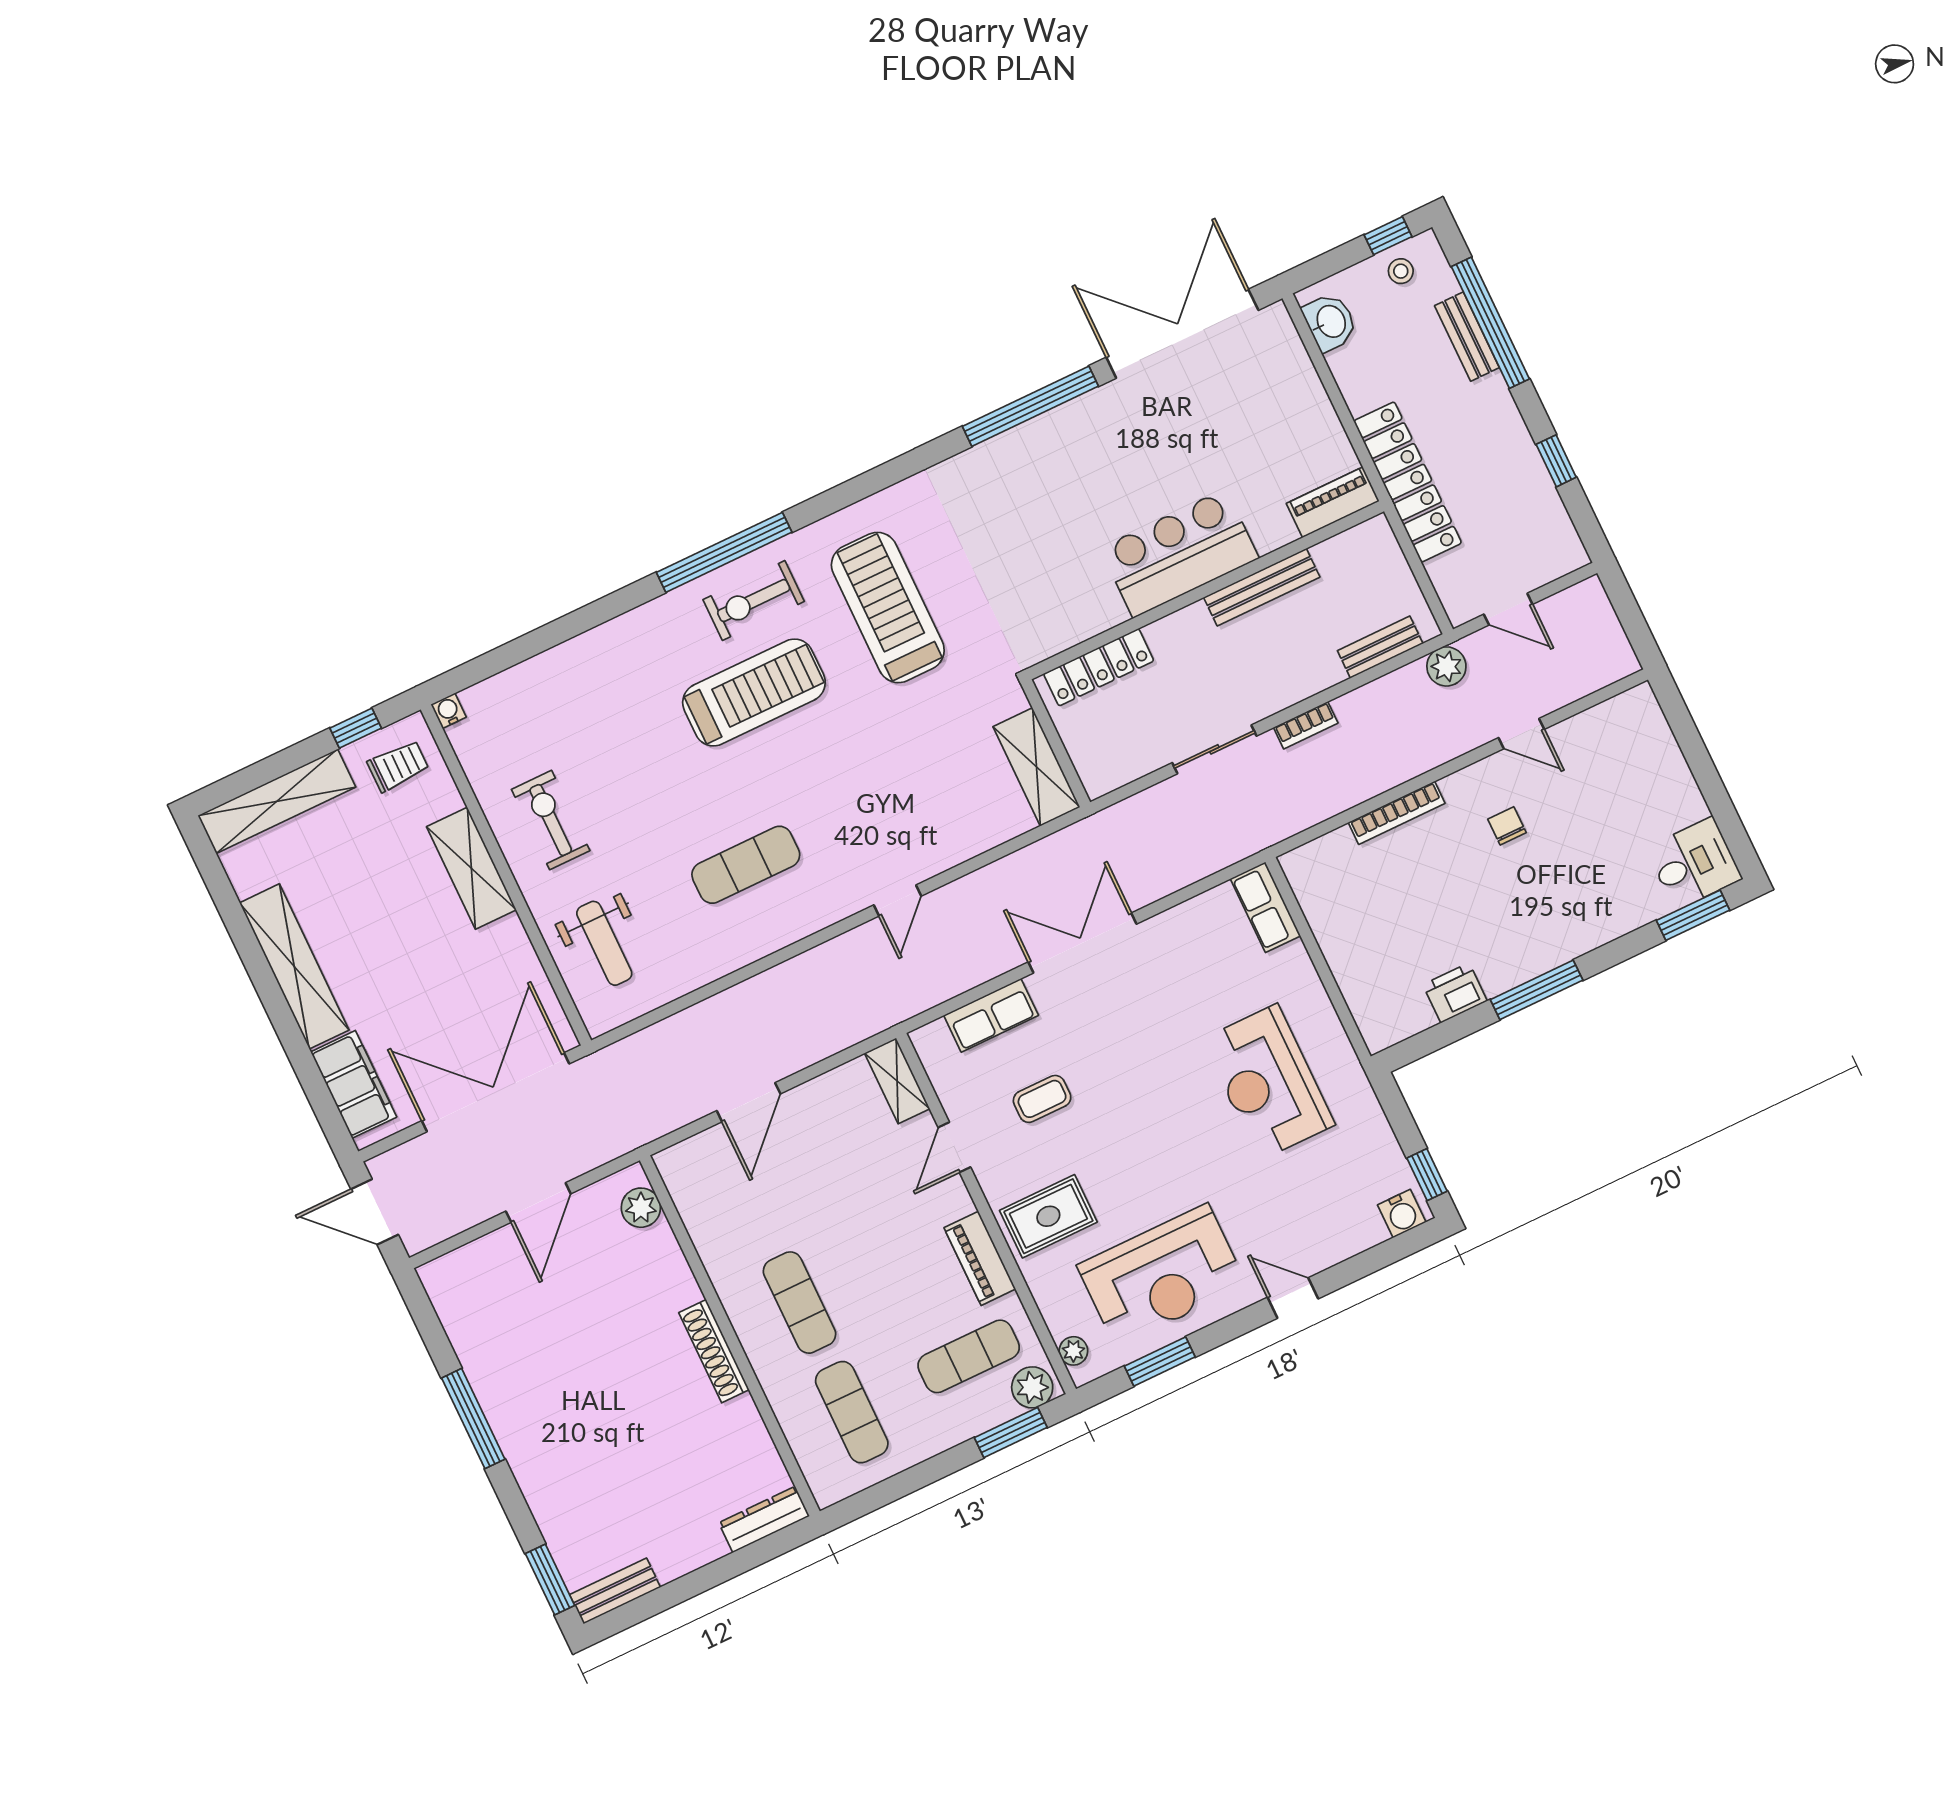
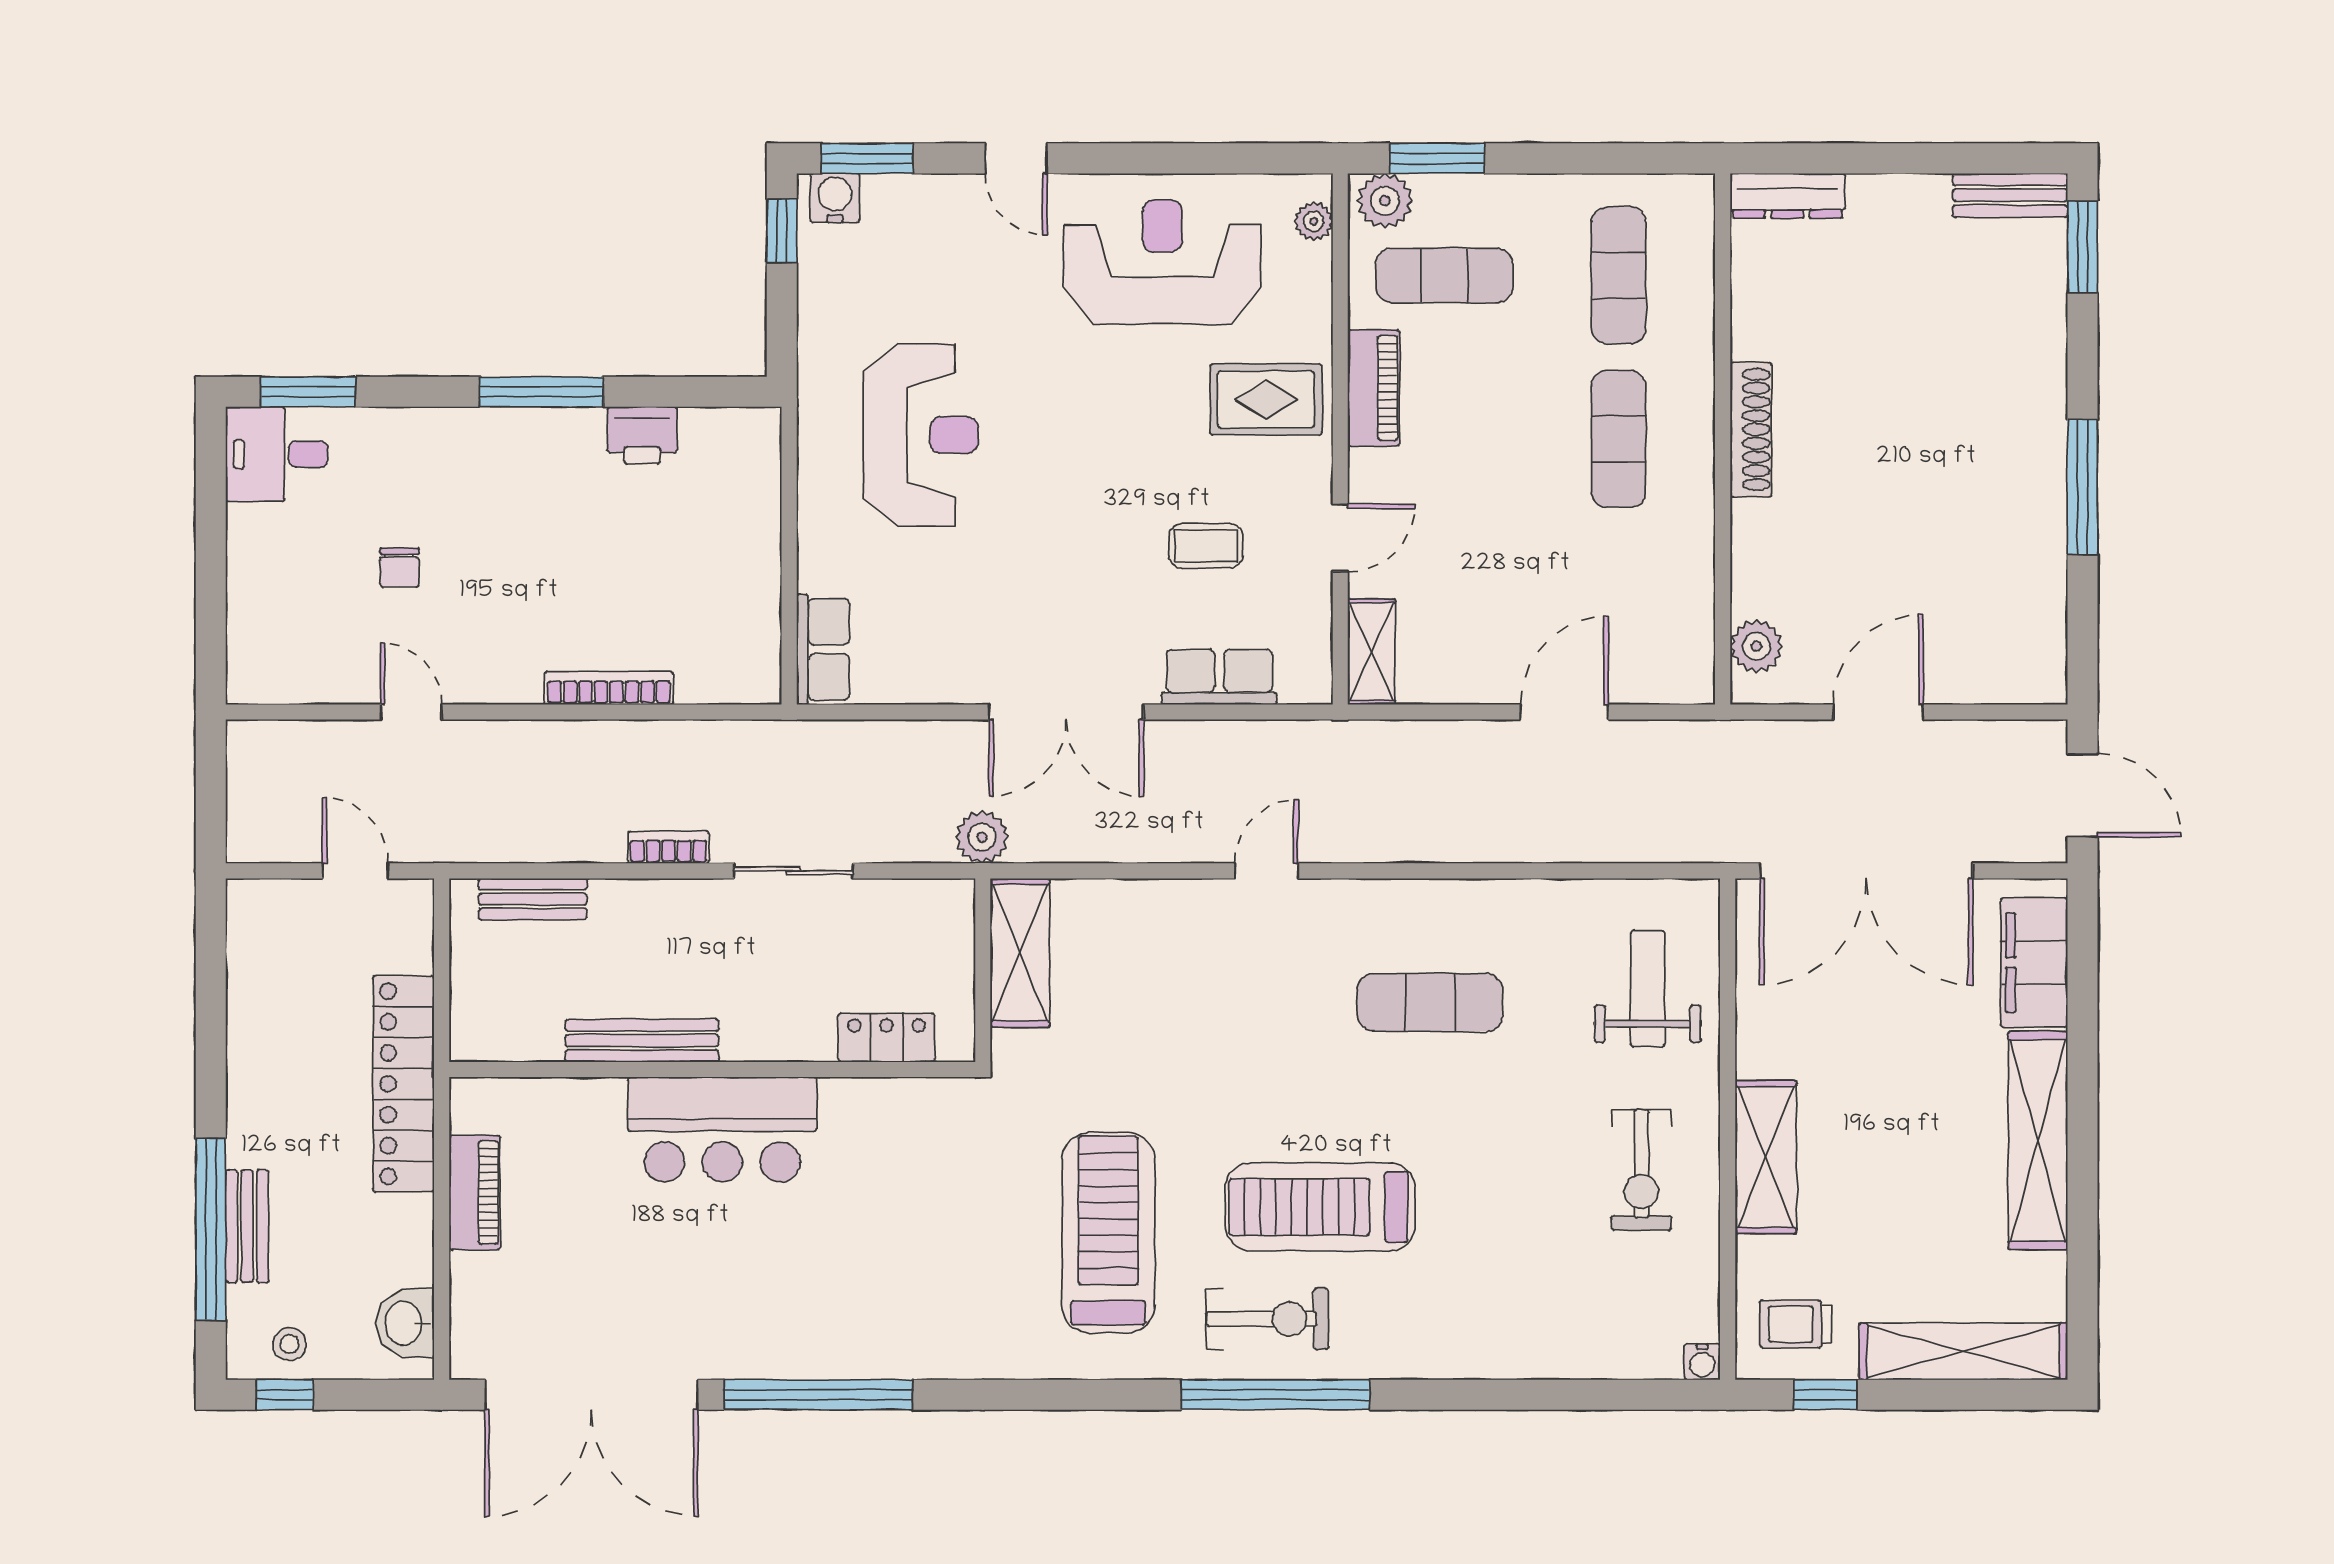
window: (1556, 461) -> (211, 1023), removed
piano: (1333, 502) -> (475, 1192), moved, turned -90
treadmill: (888, 608) -> (1108, 1233), turned 180
plant: (1446, 666) -> (982, 837), moved
locker: (1099, 667) -> (887, 1038), width x0.66
chair: (1507, 826) -> (400, 568), moved
window: (1160, 1362) -> (867, 158), moved

